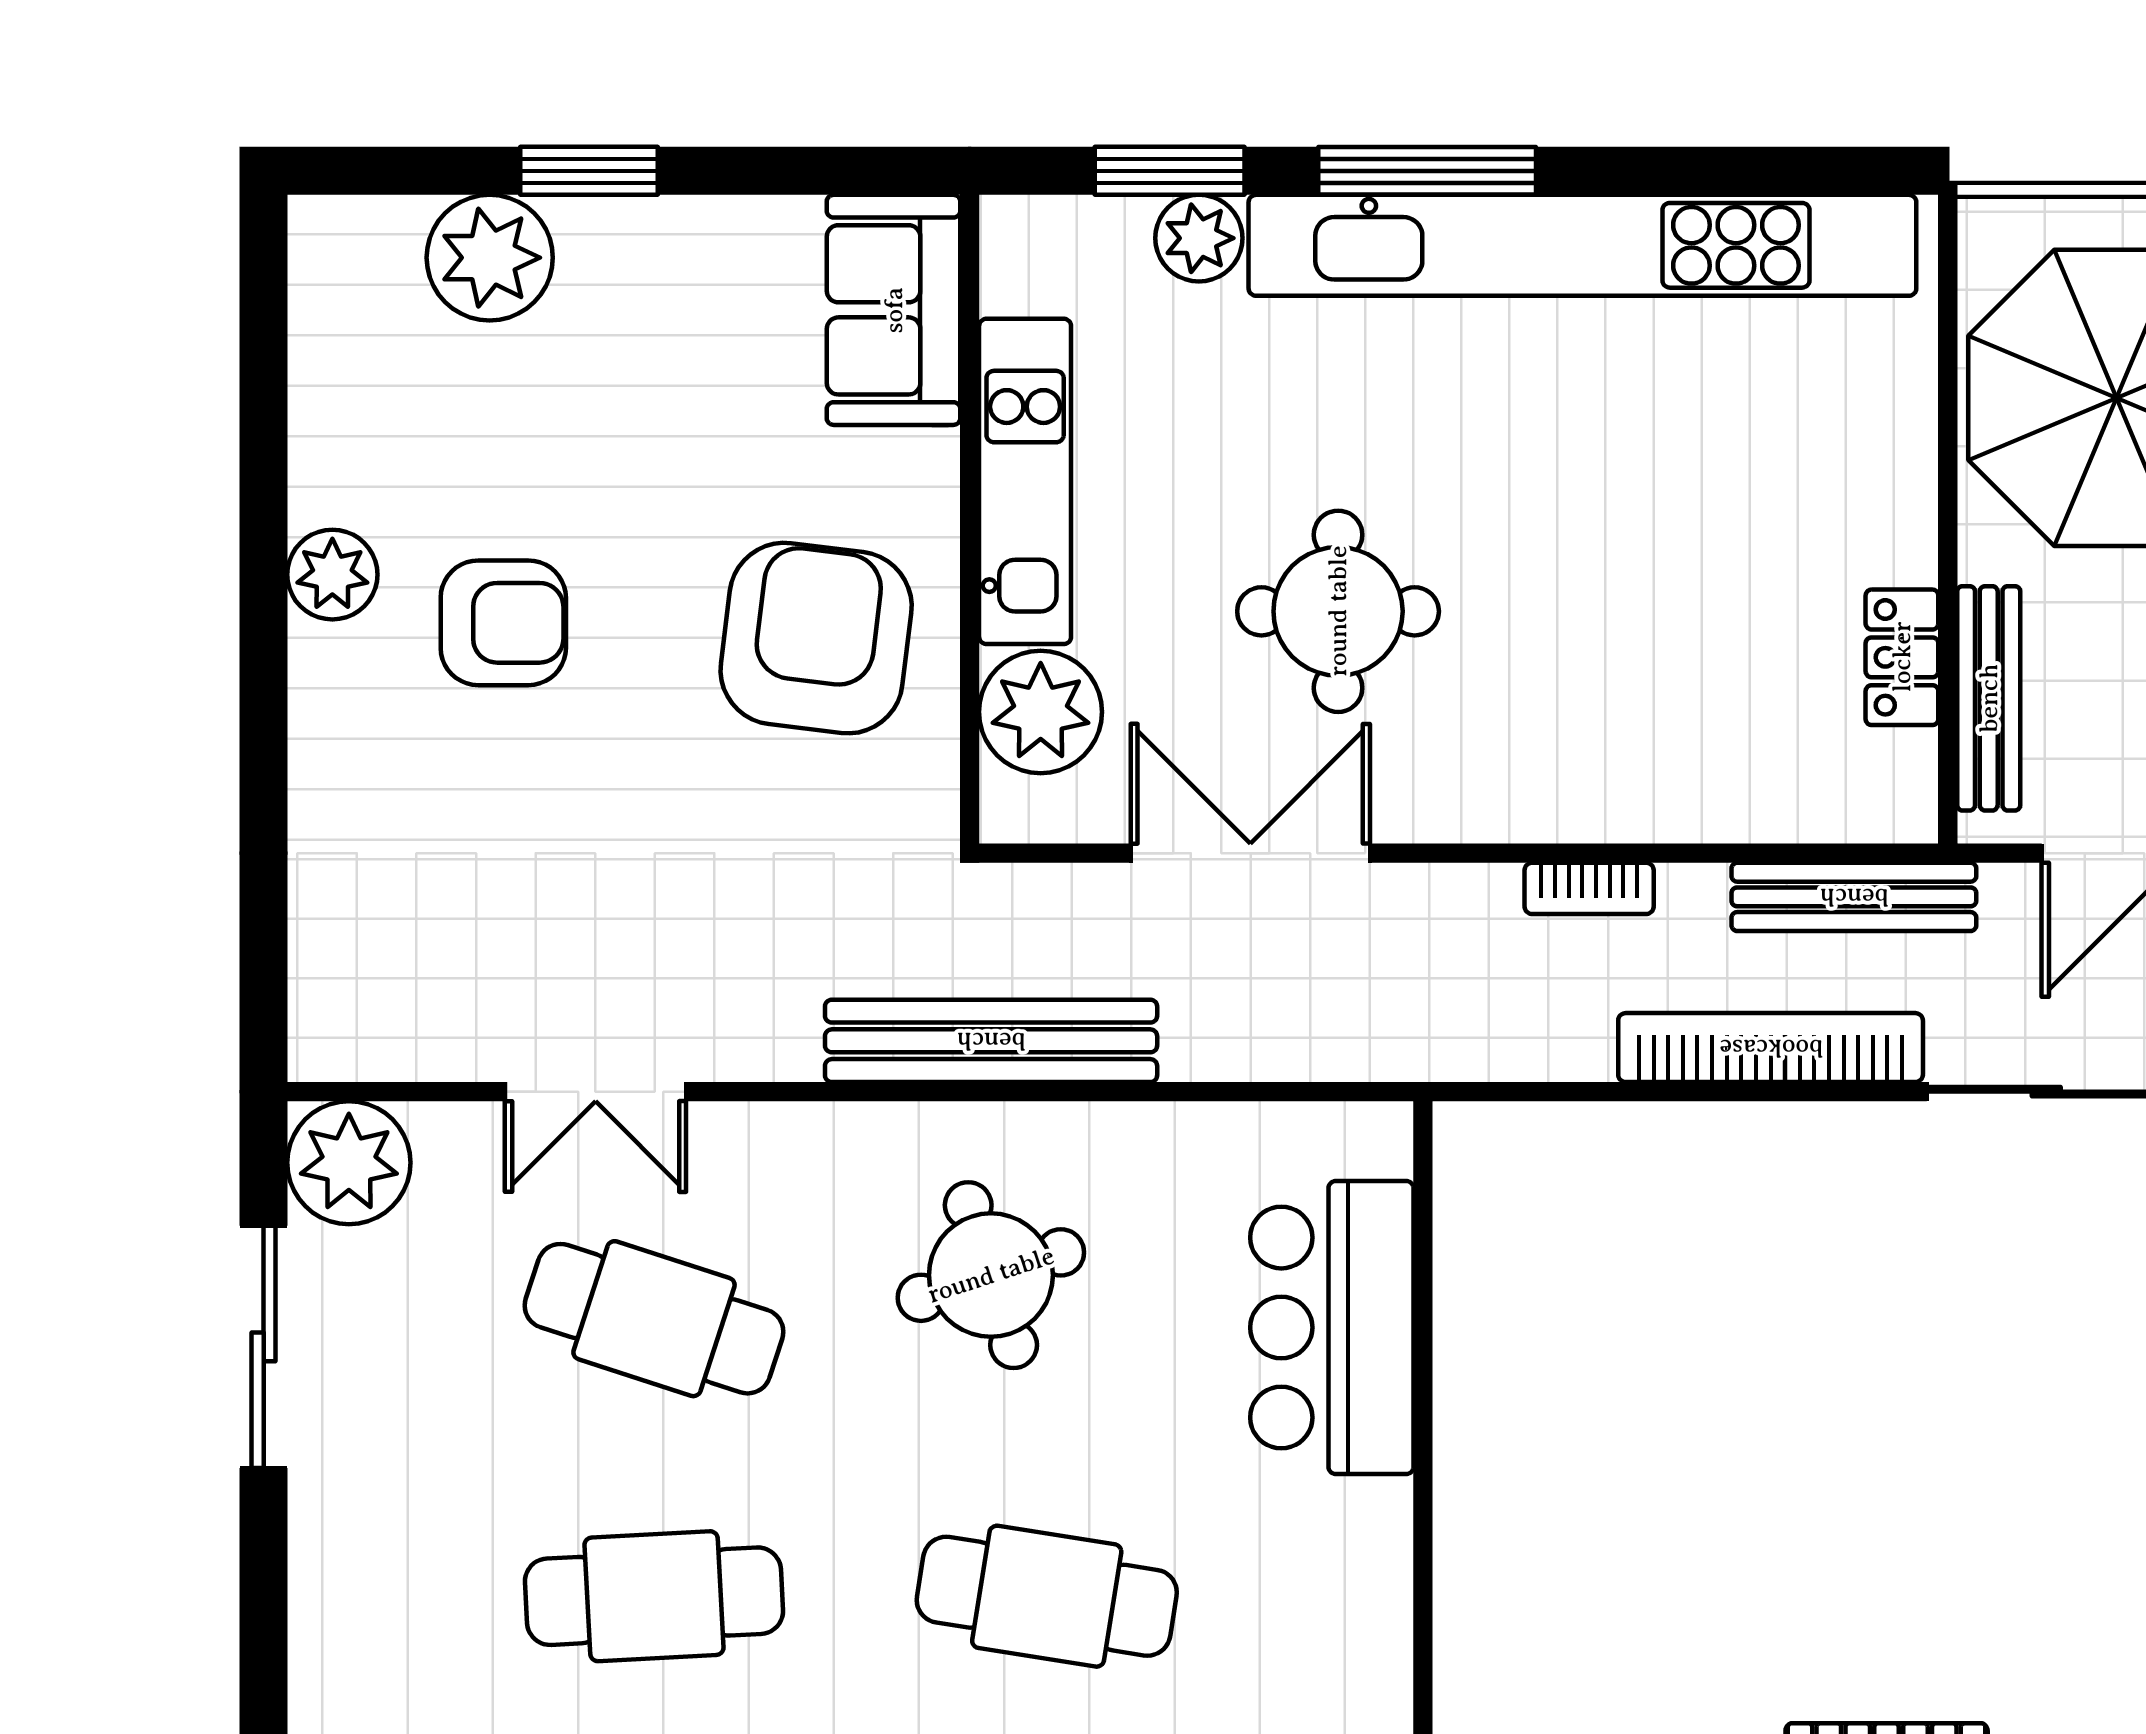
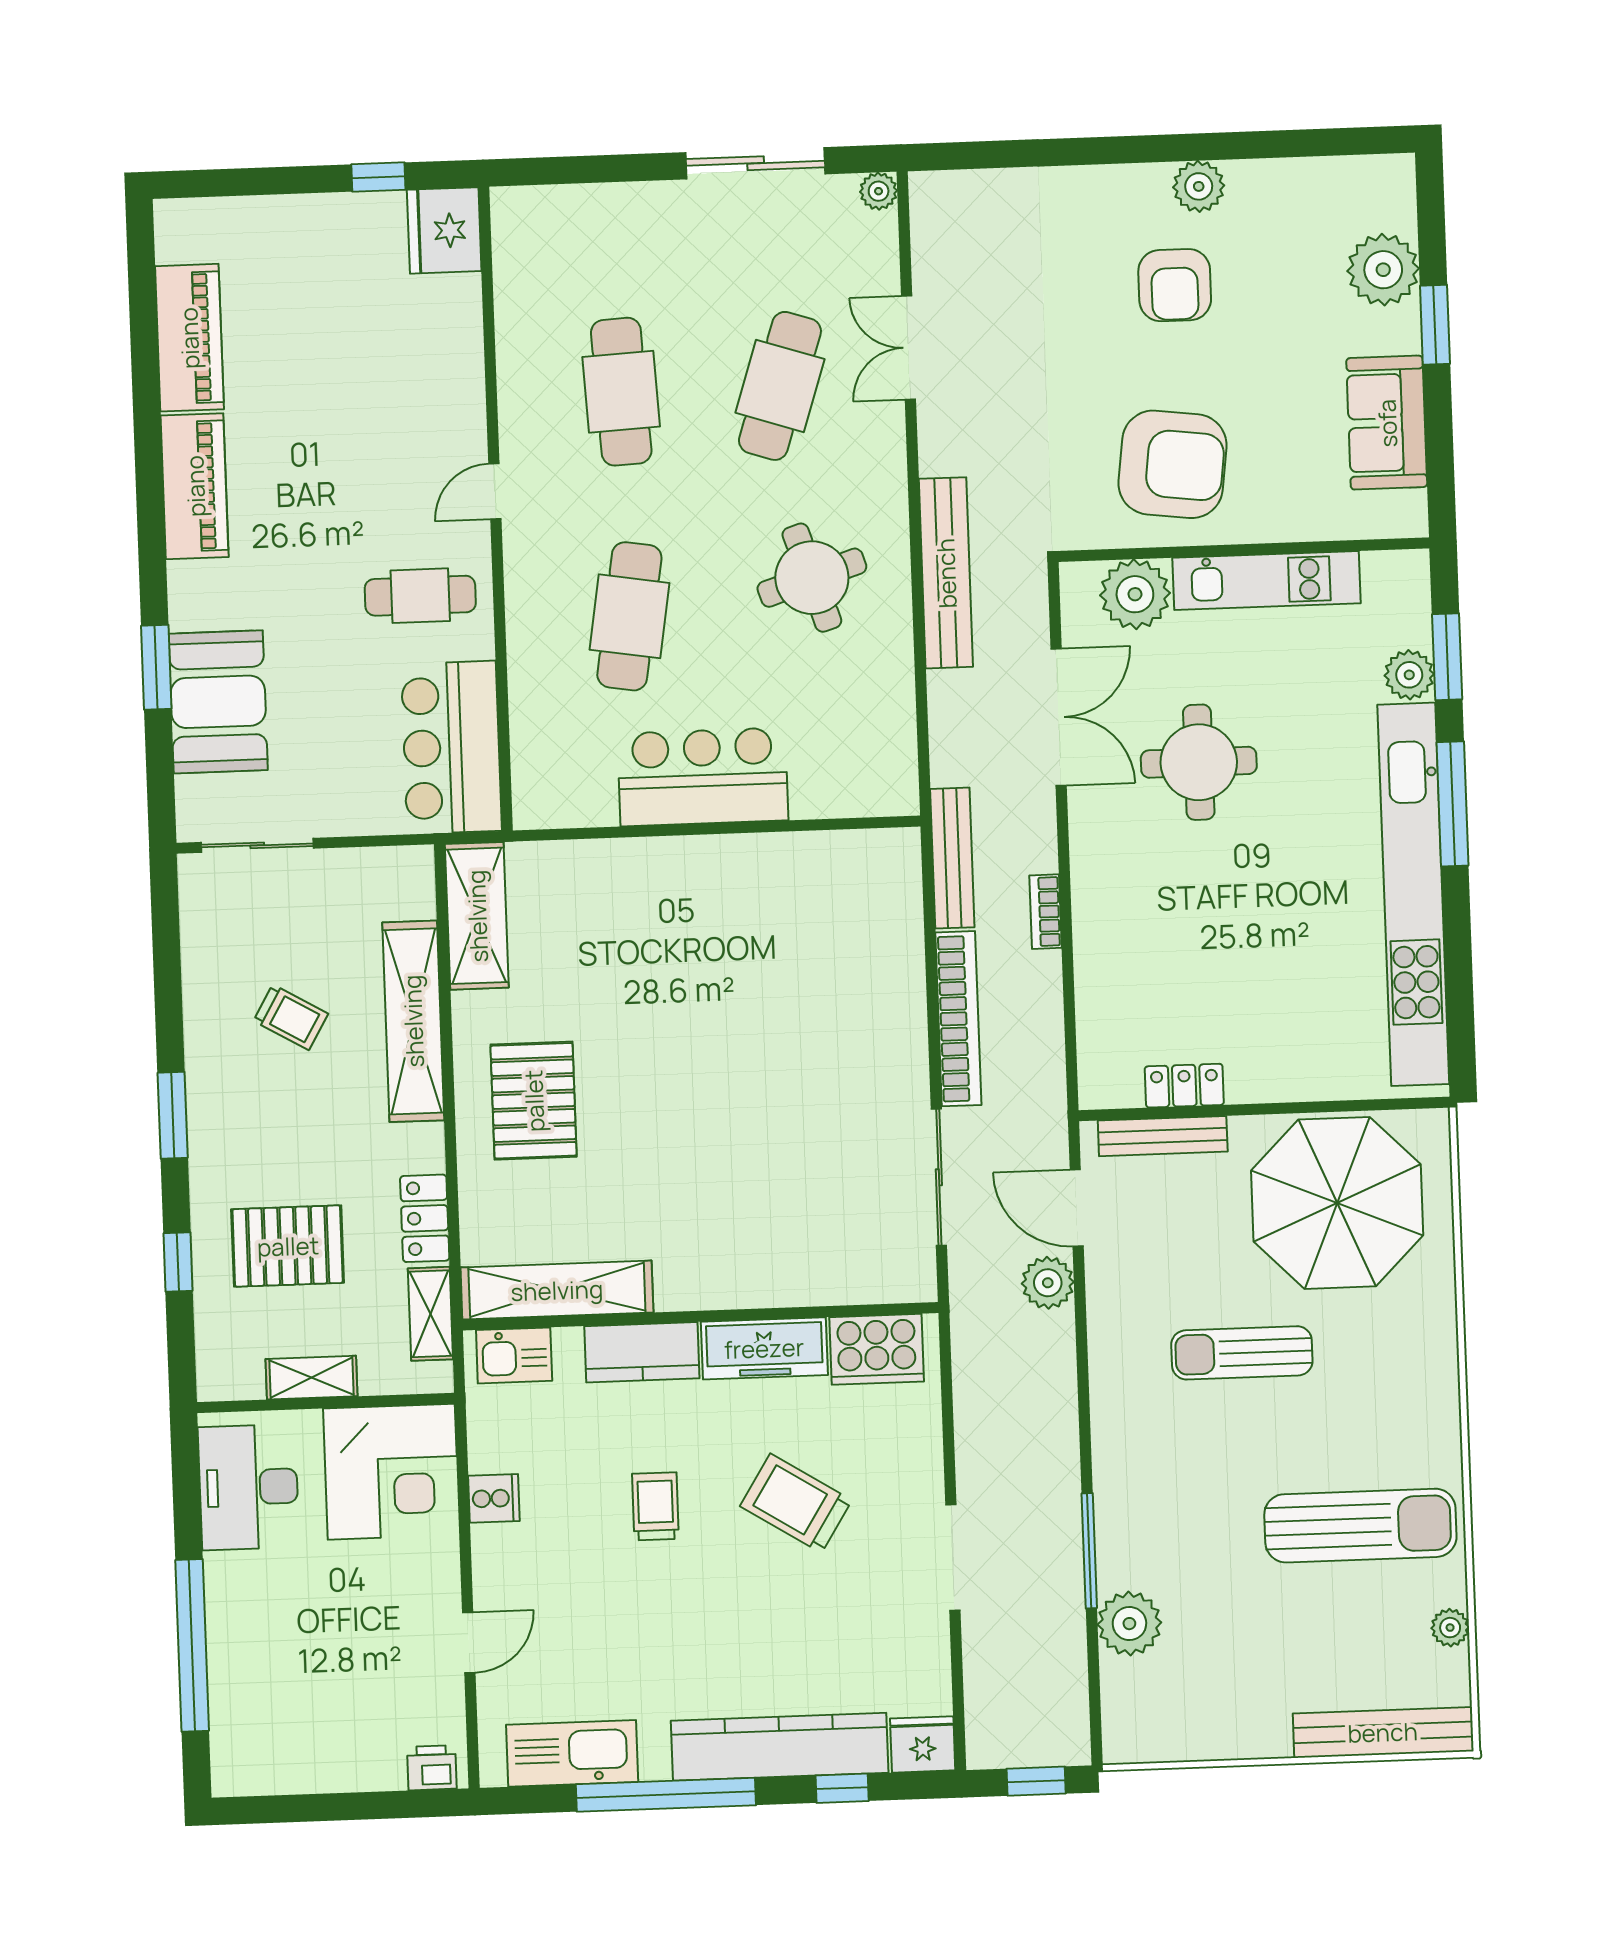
sofa: (894, 310) -> (1387, 423), moved, turned -90
bench: (1854, 897) -> (952, 858), moved
plant: (349, 1163) -> (879, 191), width x0.53, depth x0.53
bar counter: (1332, 1328) -> (703, 777), moved

